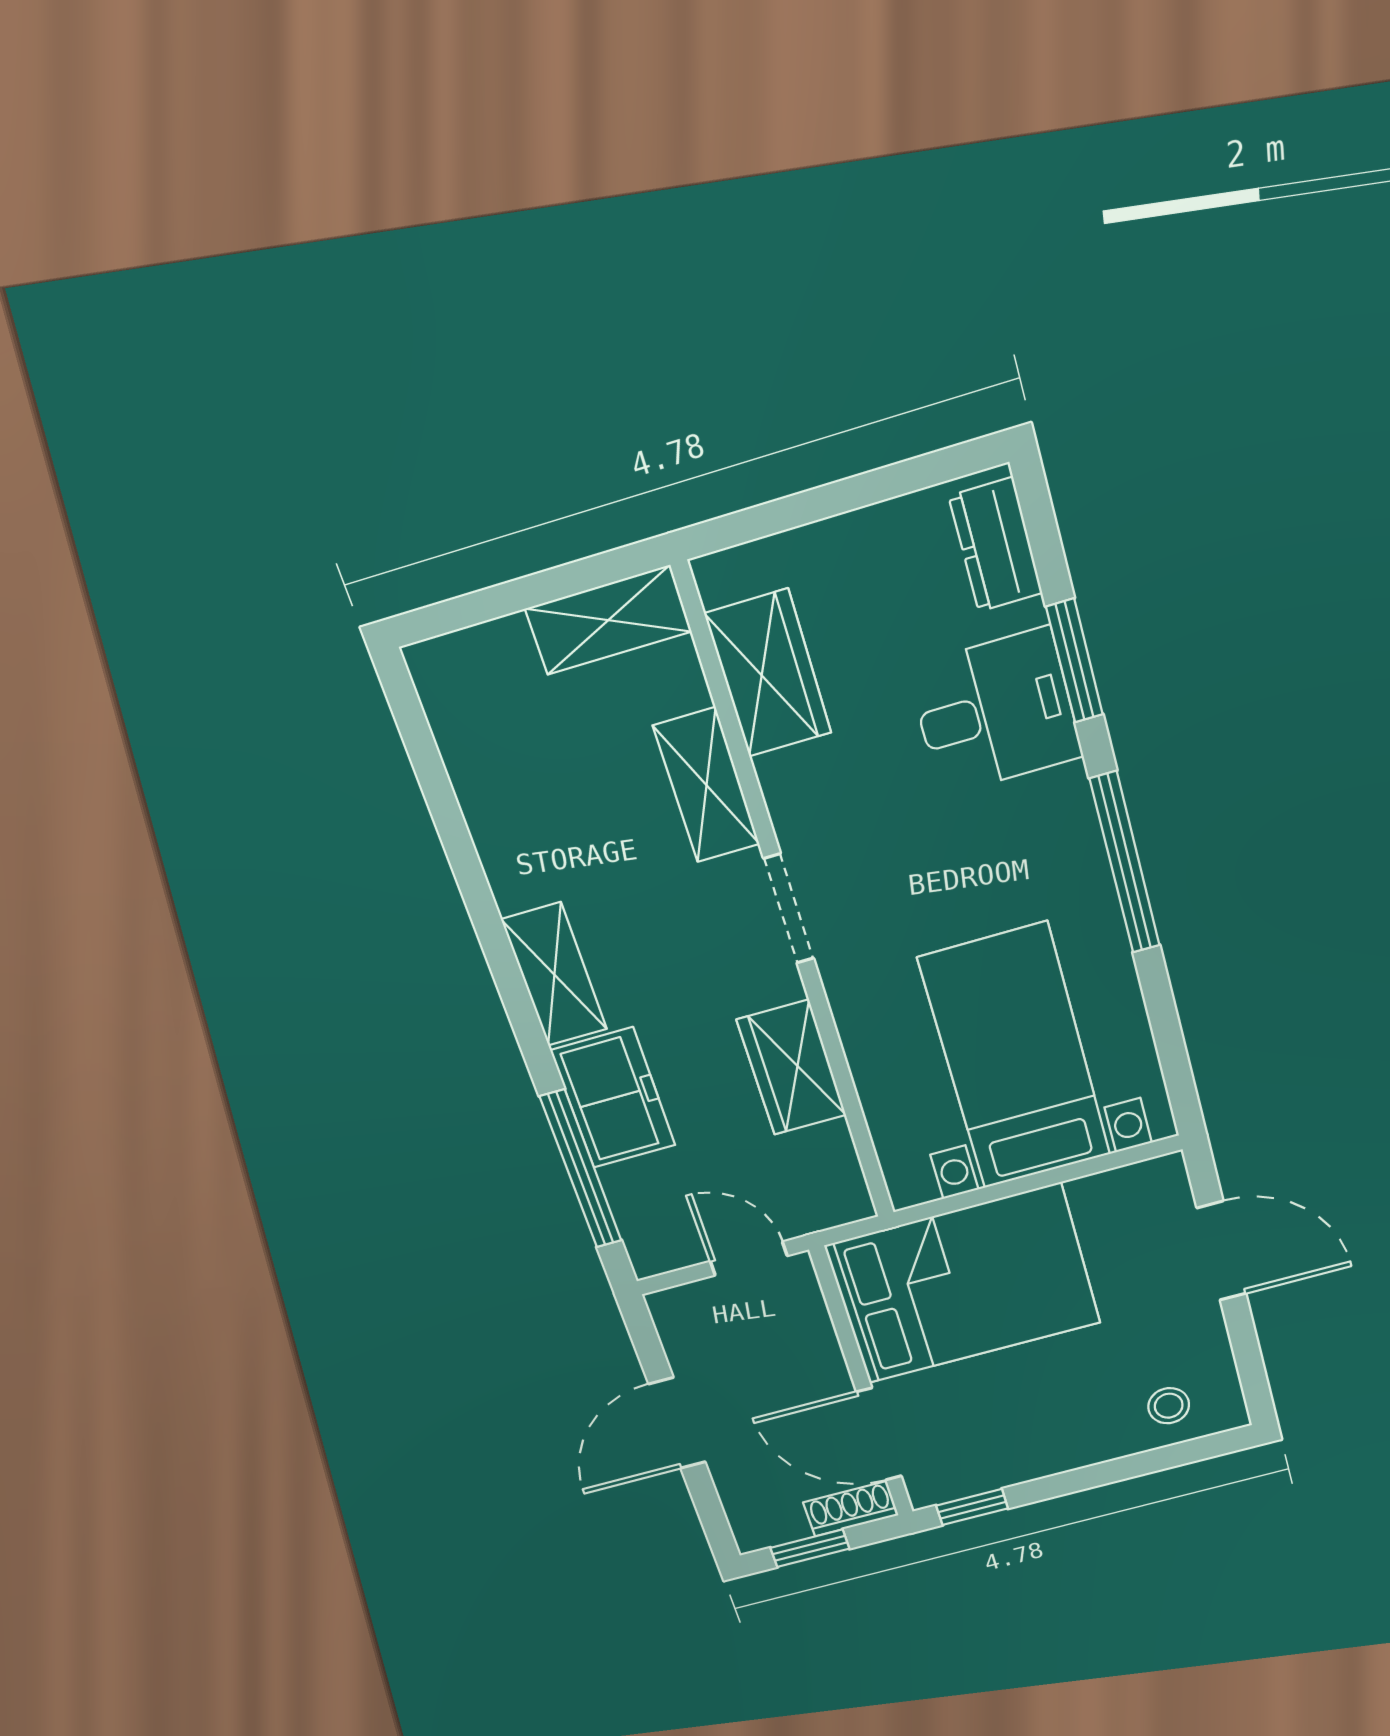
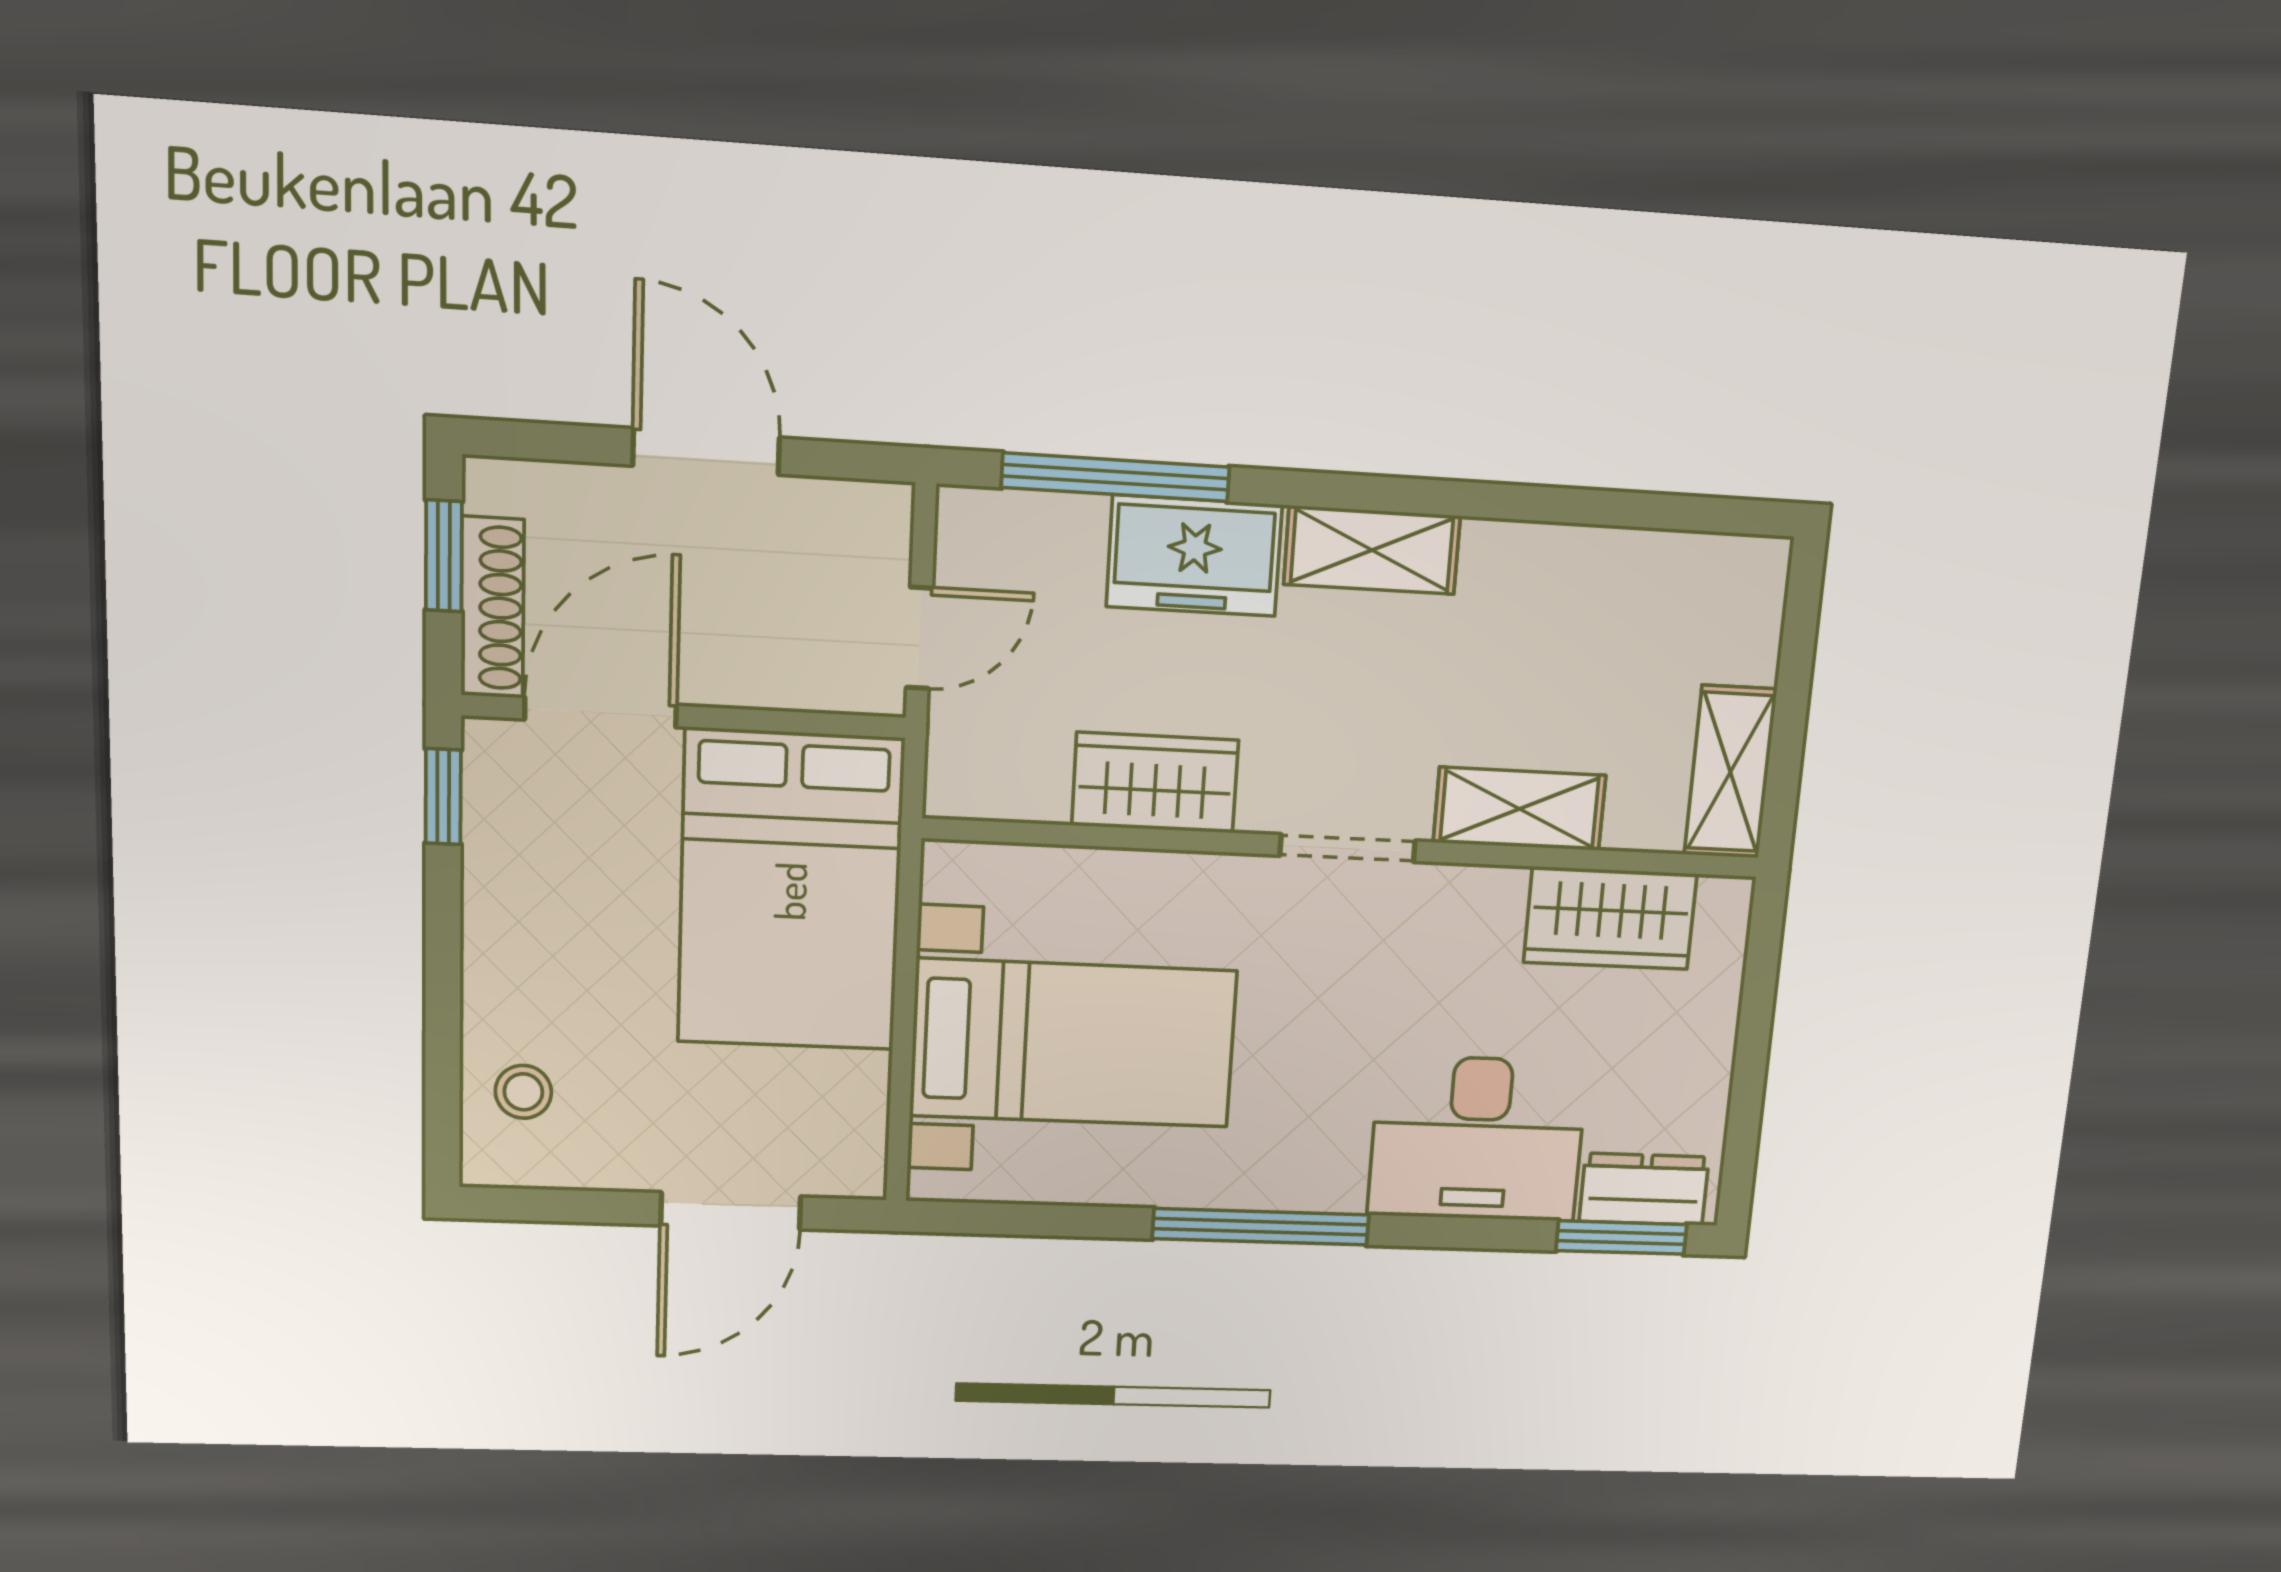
window: (1075, 661) -> (1621, 1238), moved
desk: (995, 712) -> (1477, 1139), width x1.37
shoe rack: (851, 1509) -> (492, 608), width x1.43

